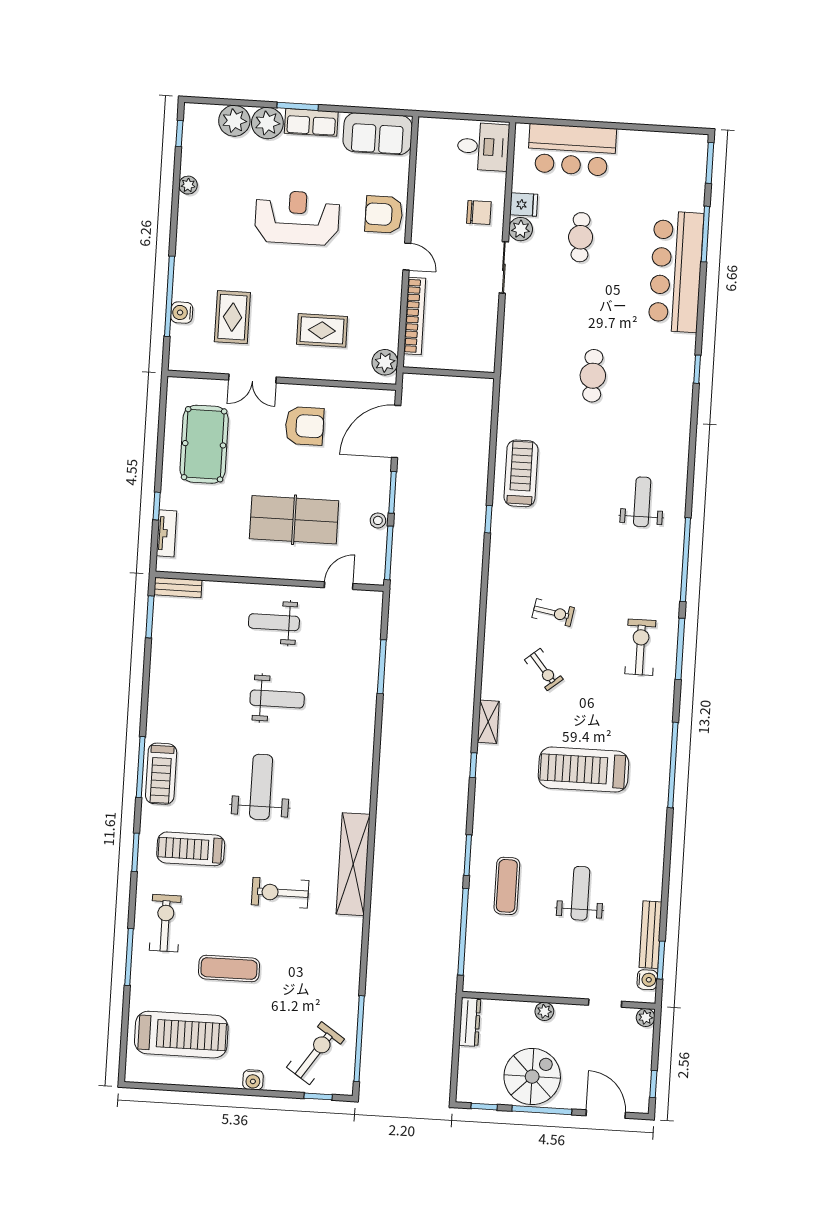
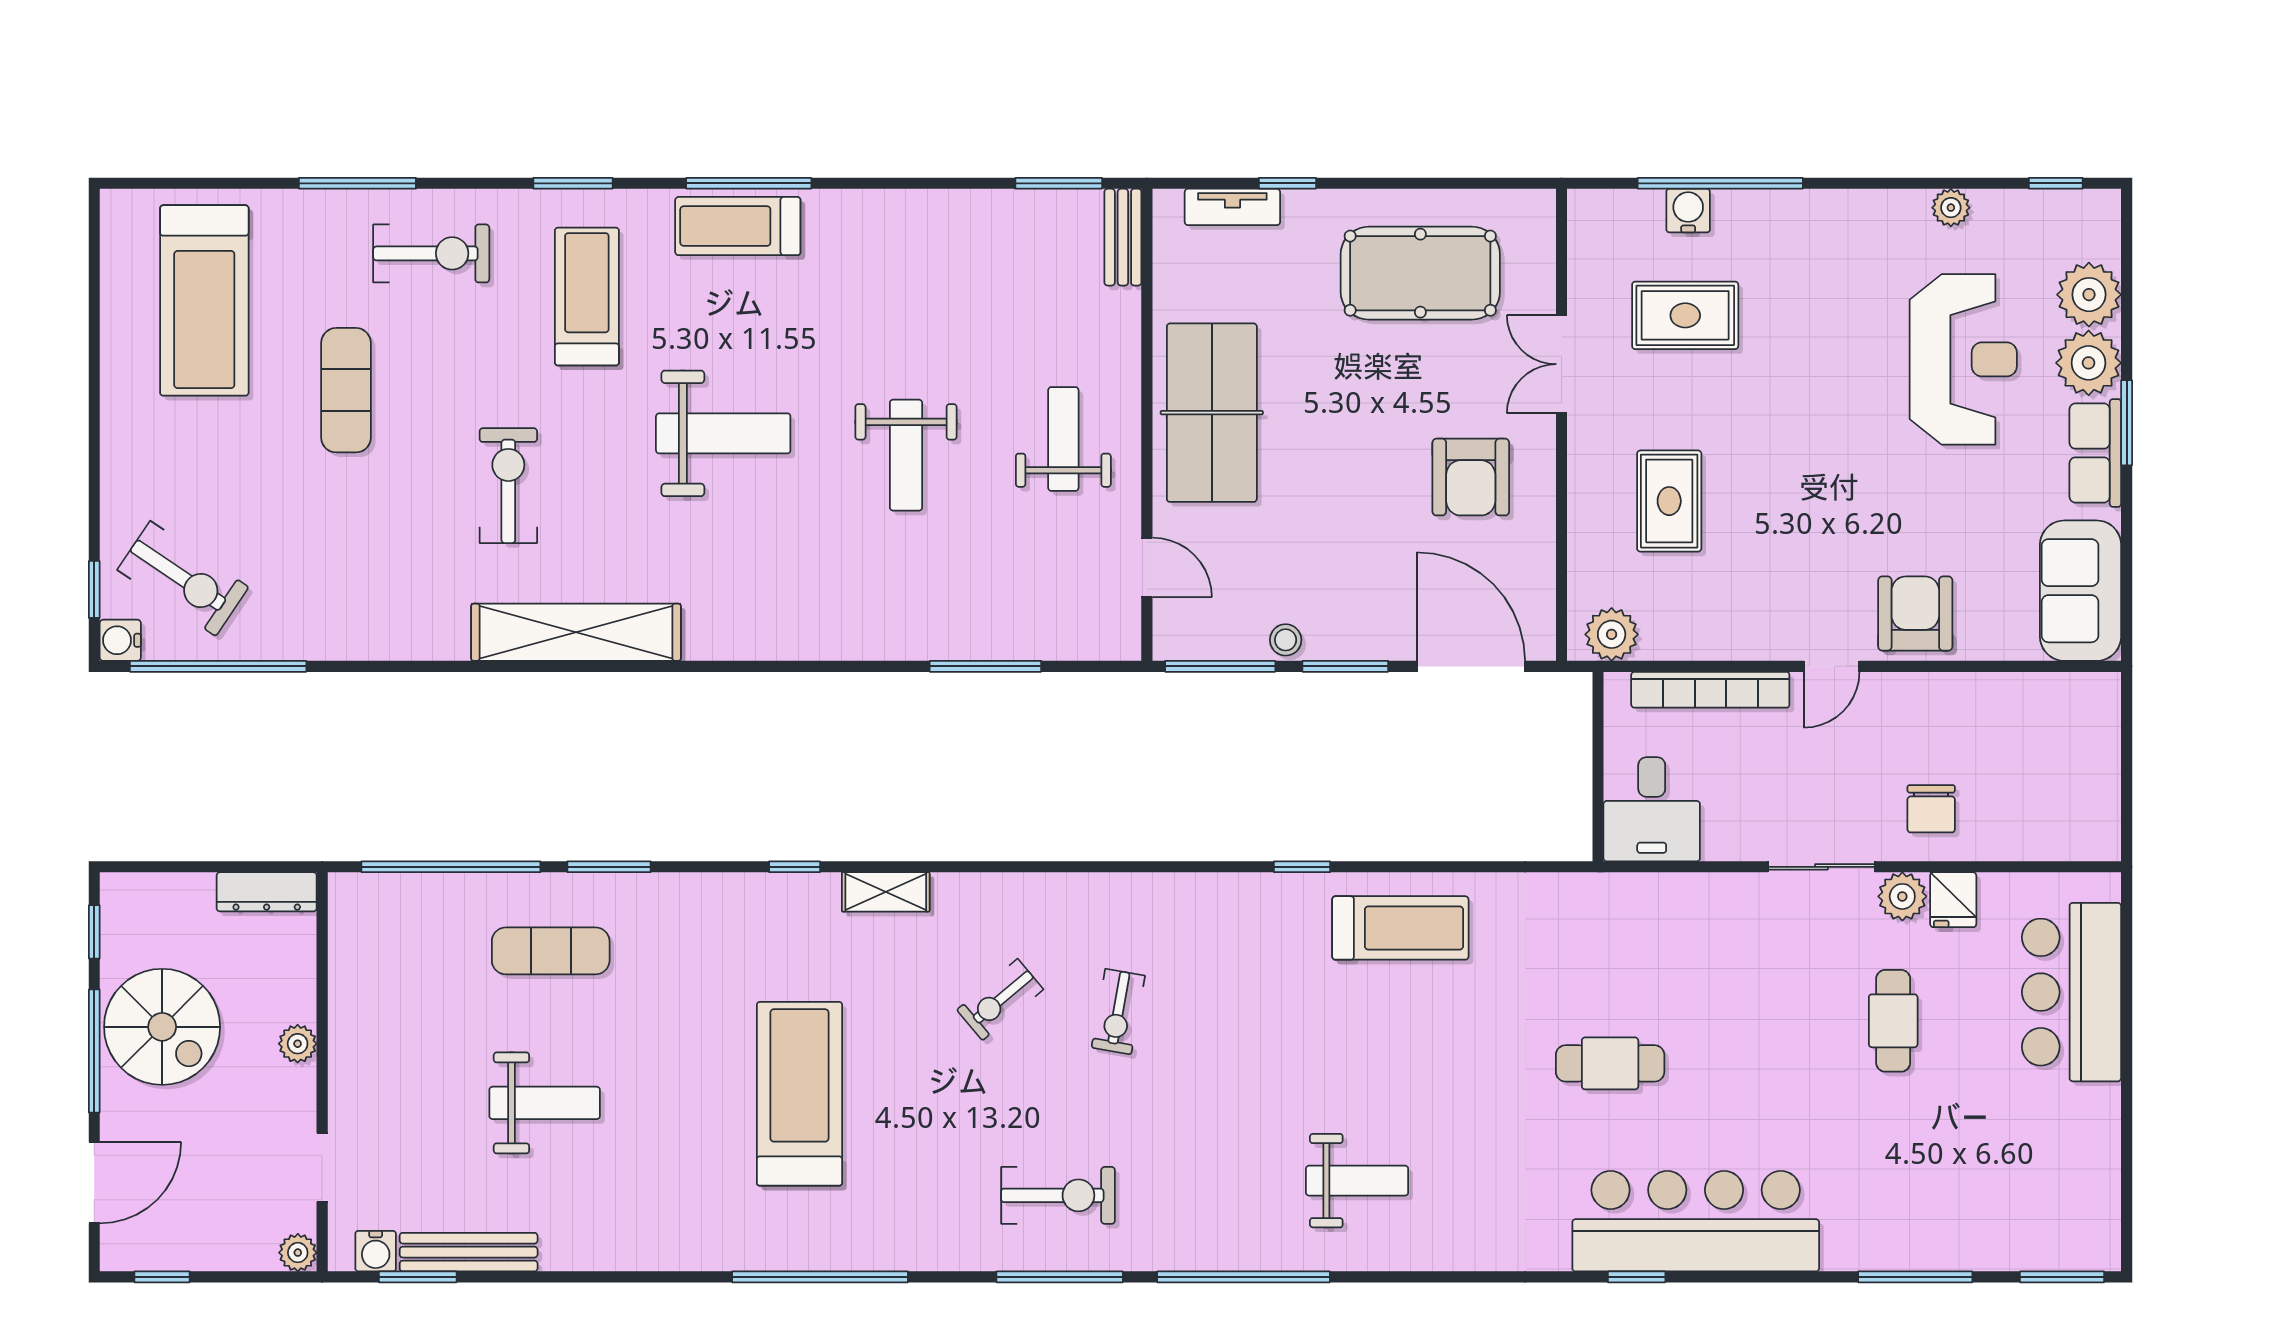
desk: (483, 147) -> (1652, 809), moved
reception desk: (297, 218) -> (1963, 359), moved
cafe table: (581, 237) -> (1893, 1021), turned 90
bar counter: (676, 272) -> (1696, 1221), moved
table tennis table: (294, 520) -> (1212, 413), moved
water cooler: (253, 1080) -> (120, 640), moved

